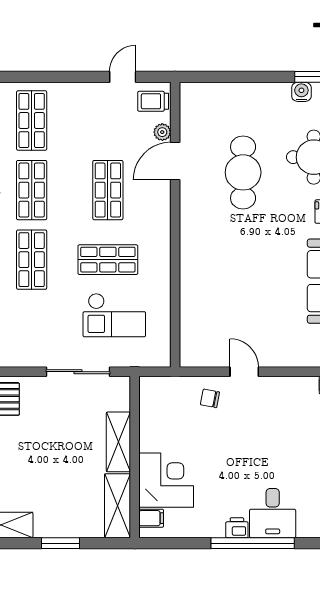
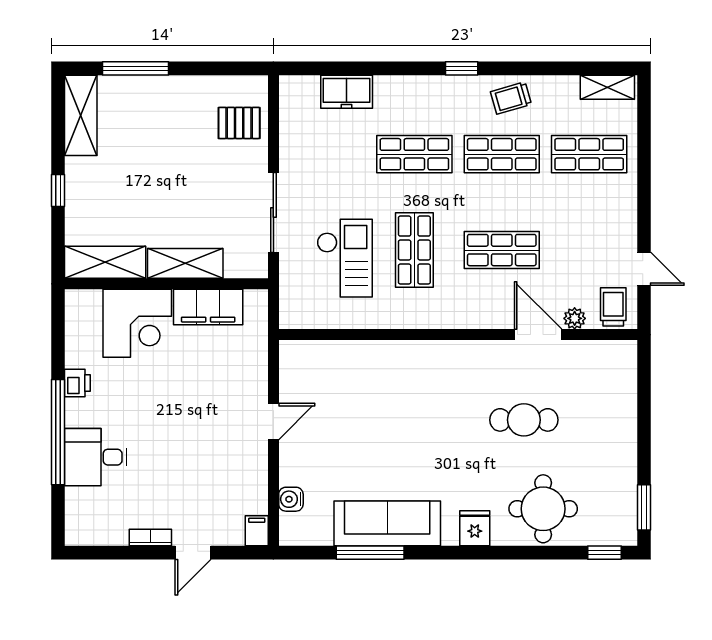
water cooler: (301, 92) -> (291, 499), moved, turned 180
cafe table: (243, 172) -> (524, 420), width x0.73, depth x0.74
checkout: (114, 315) -> (345, 258), turned 180
chair: (210, 398) -> (240, 378), removed
filing cabinet: (151, 518) -> (208, 307), moved, width x3.00, depth x1.17
printer: (237, 528) -> (77, 383), moved
window: (60, 543) -> (58, 191), width x0.67

